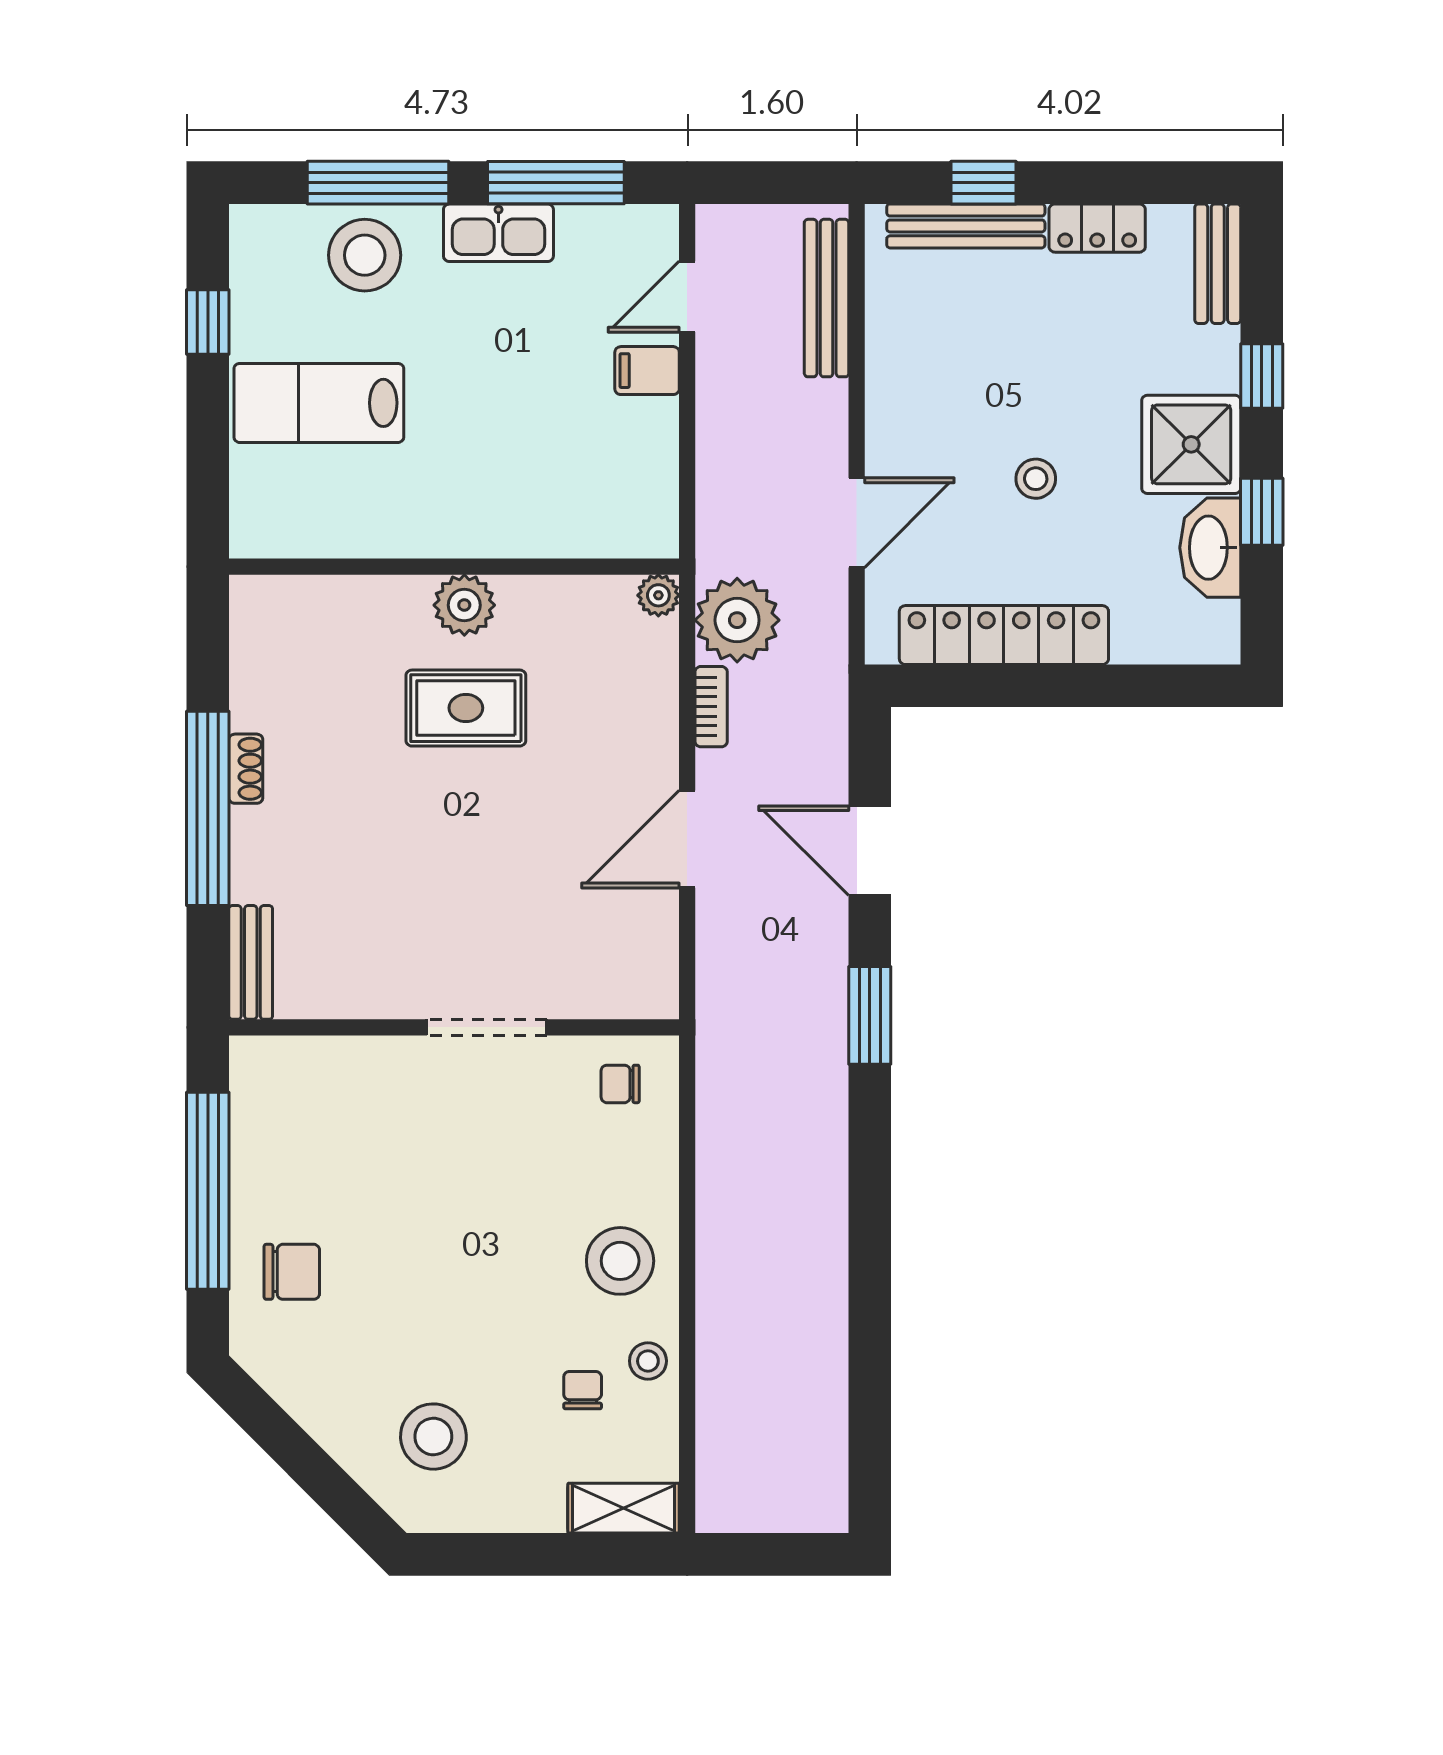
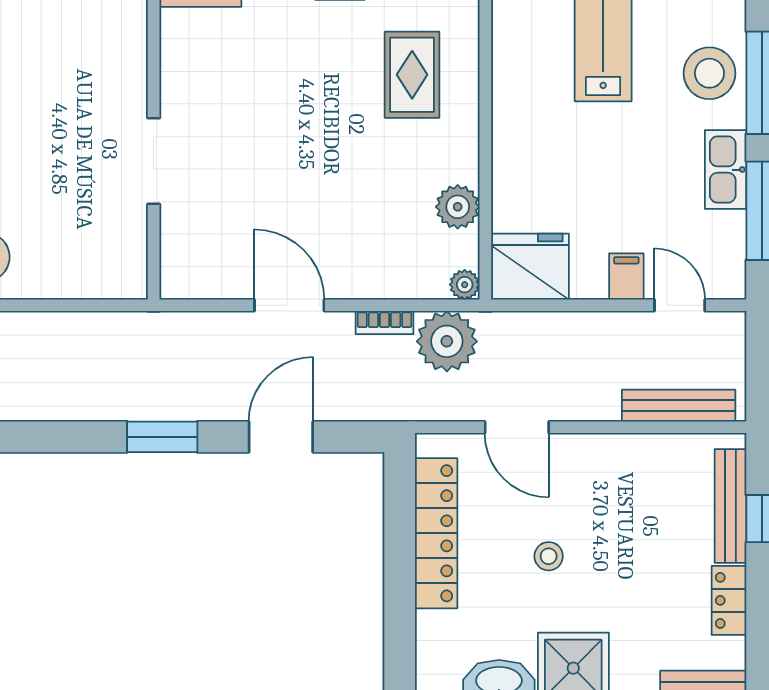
fridge: (633, 505) -> (530, 267), added
plant: (464, 605) -> (458, 207), moved
rug: (466, 708) -> (412, 75), moved
chair: (620, 1084) -> (113, 257), removed

